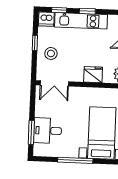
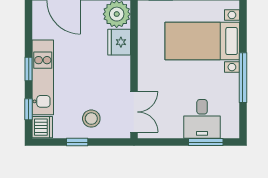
fridge: (93, 75) -> (119, 42), moved

